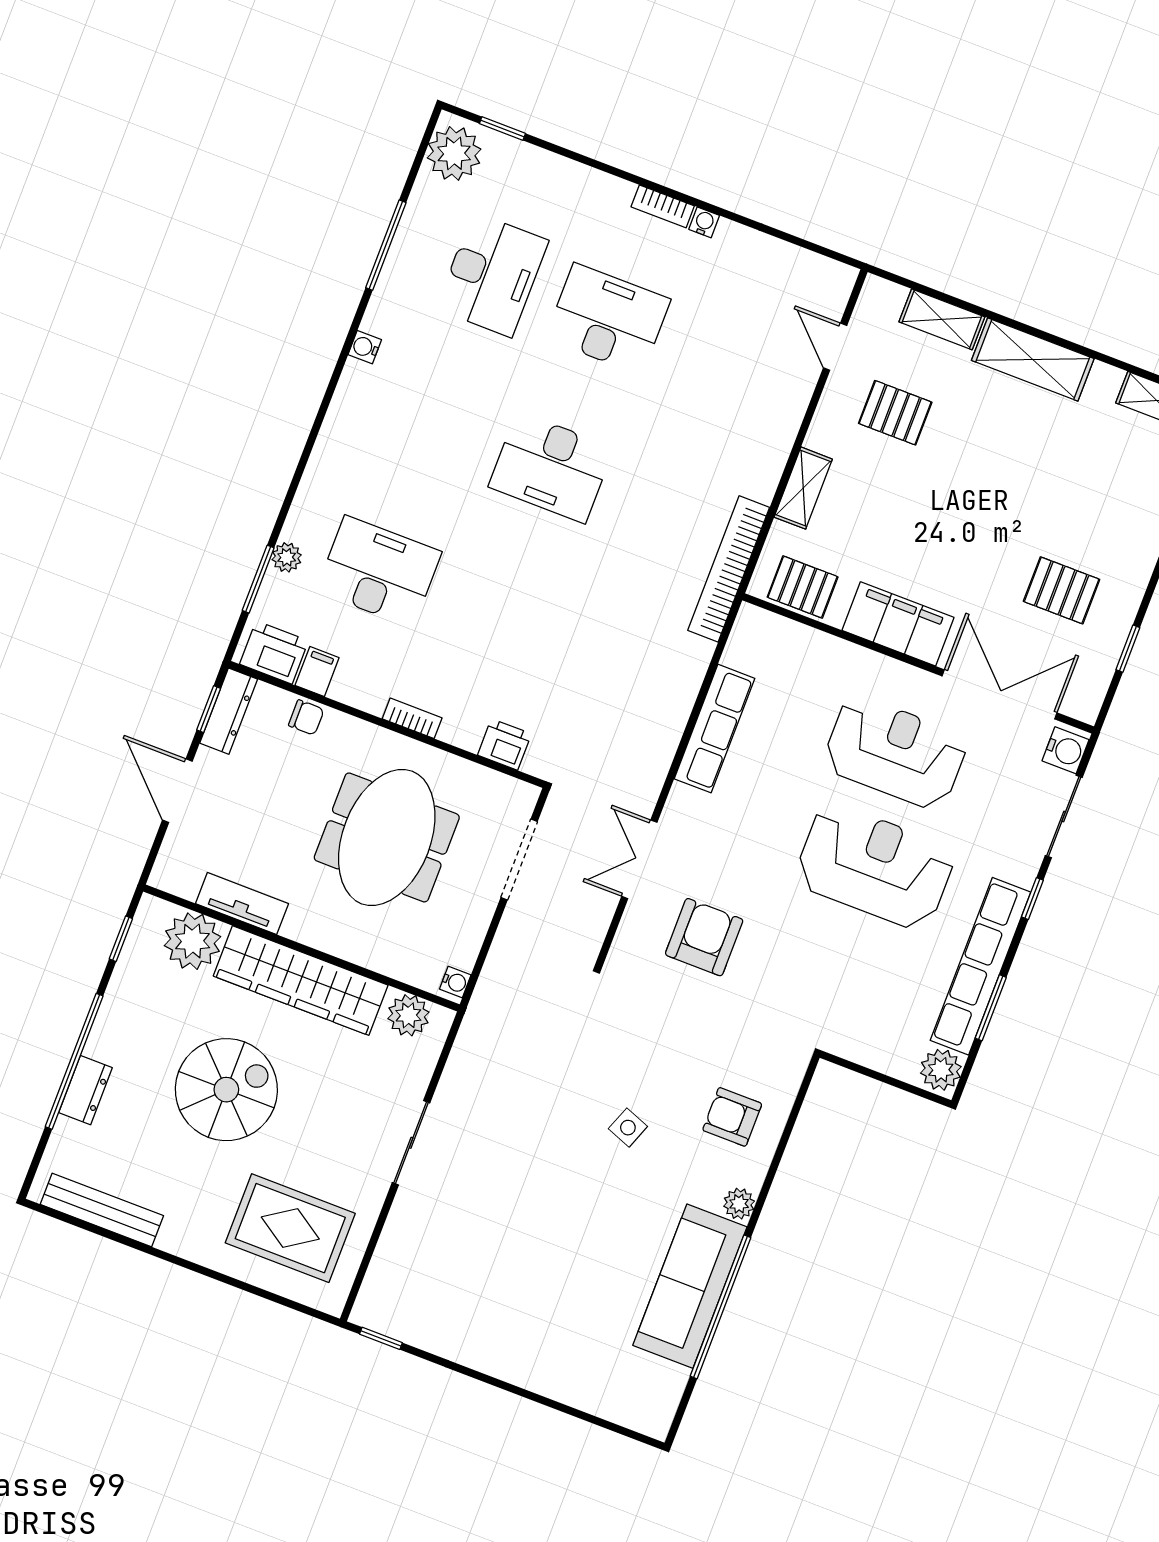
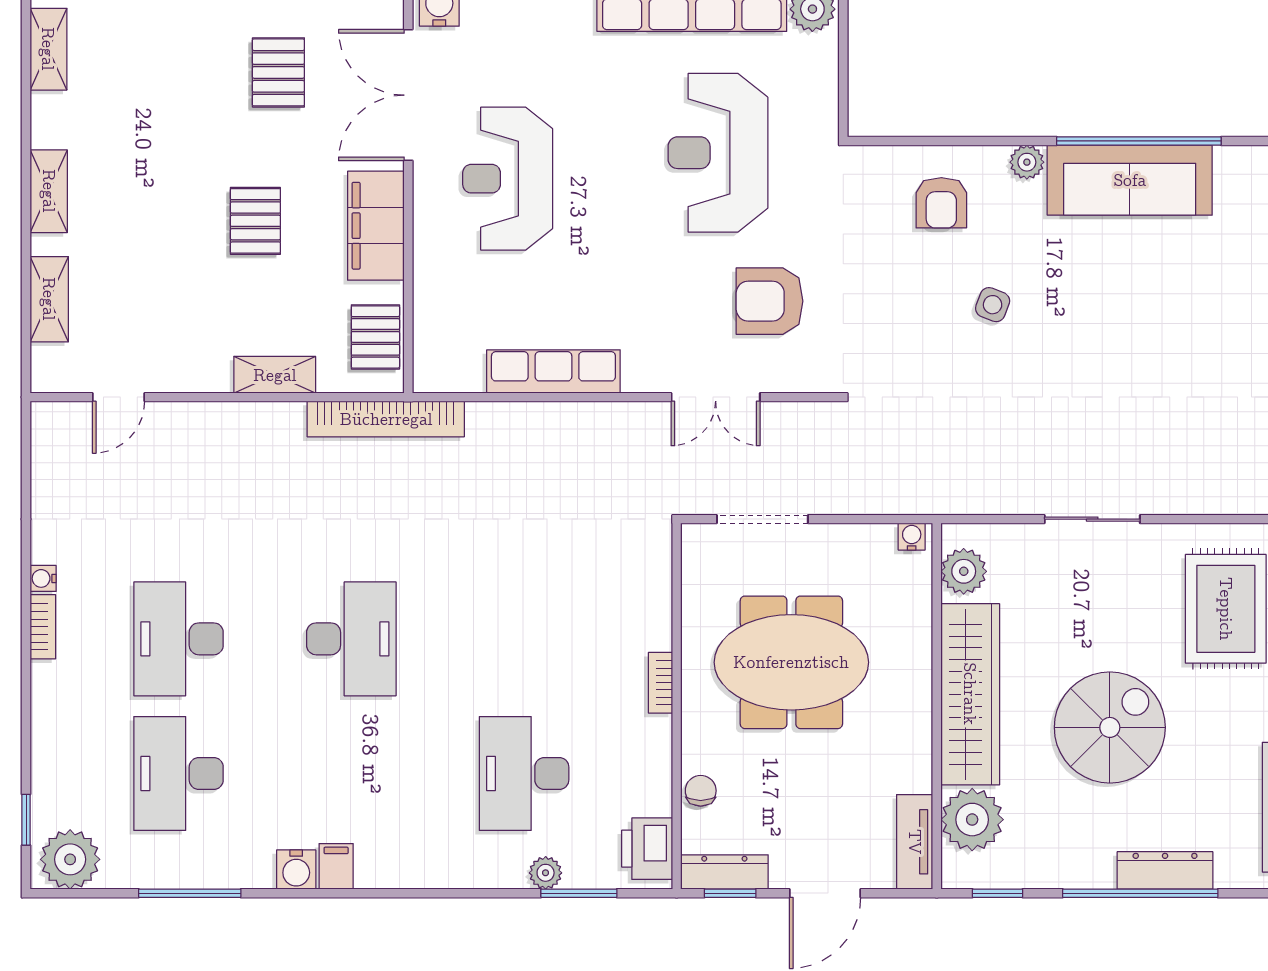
desk: (492, 275) -> (178, 773), turned -90
water cooler: (365, 347) -> (296, 870), width x1.38, depth x1.38
shelving: (1033, 359) -> (49, 191), width x0.67, depth x0.75
pallet: (895, 413) -> (255, 221), moved
filing cabinet: (317, 671) -> (336, 866), moved, turned 90
printer: (504, 744) -> (651, 579), removed
reception desk: (875, 866) -> (718, 153), moved
tv unit: (242, 904) -> (915, 842), moved
dresser: (85, 1090) -> (1165, 870), width x1.44
spiral stairs: (226, 1090) -> (1110, 727), turned 90

